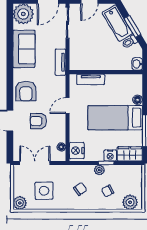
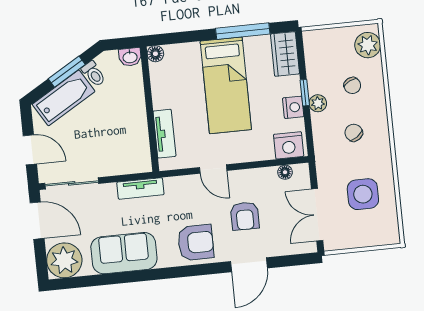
floor lamp: (138, 100) -> (155, 54), moved
nightstand: (110, 155) -> (293, 107), moved
plant: (20, 203) -> (388, 233), removed

